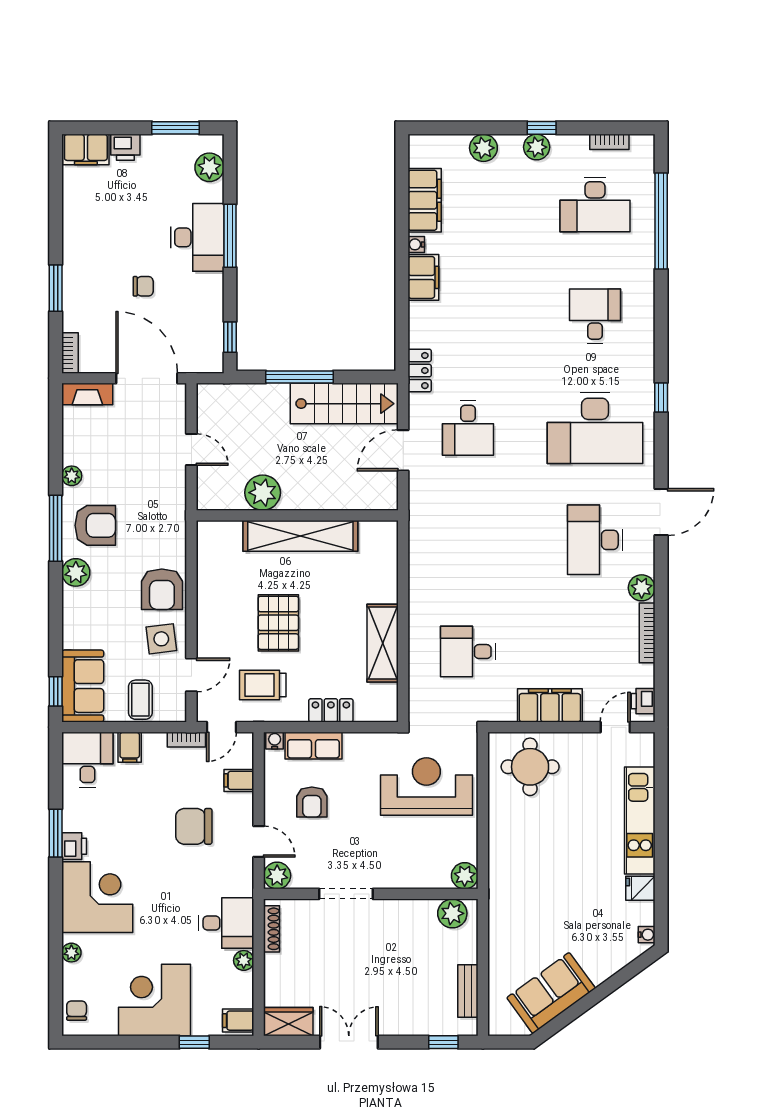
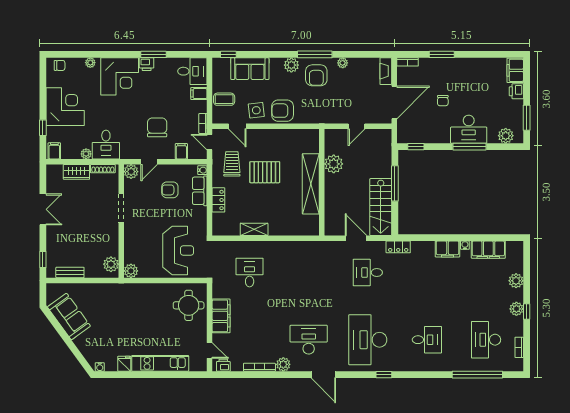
shelving: (383, 643) -> (254, 229), width x0.67, depth x0.75
sofa: (83, 686) -> (250, 69), moved
wardrobe: (288, 1022) -> (76, 172), moved, turned 90

